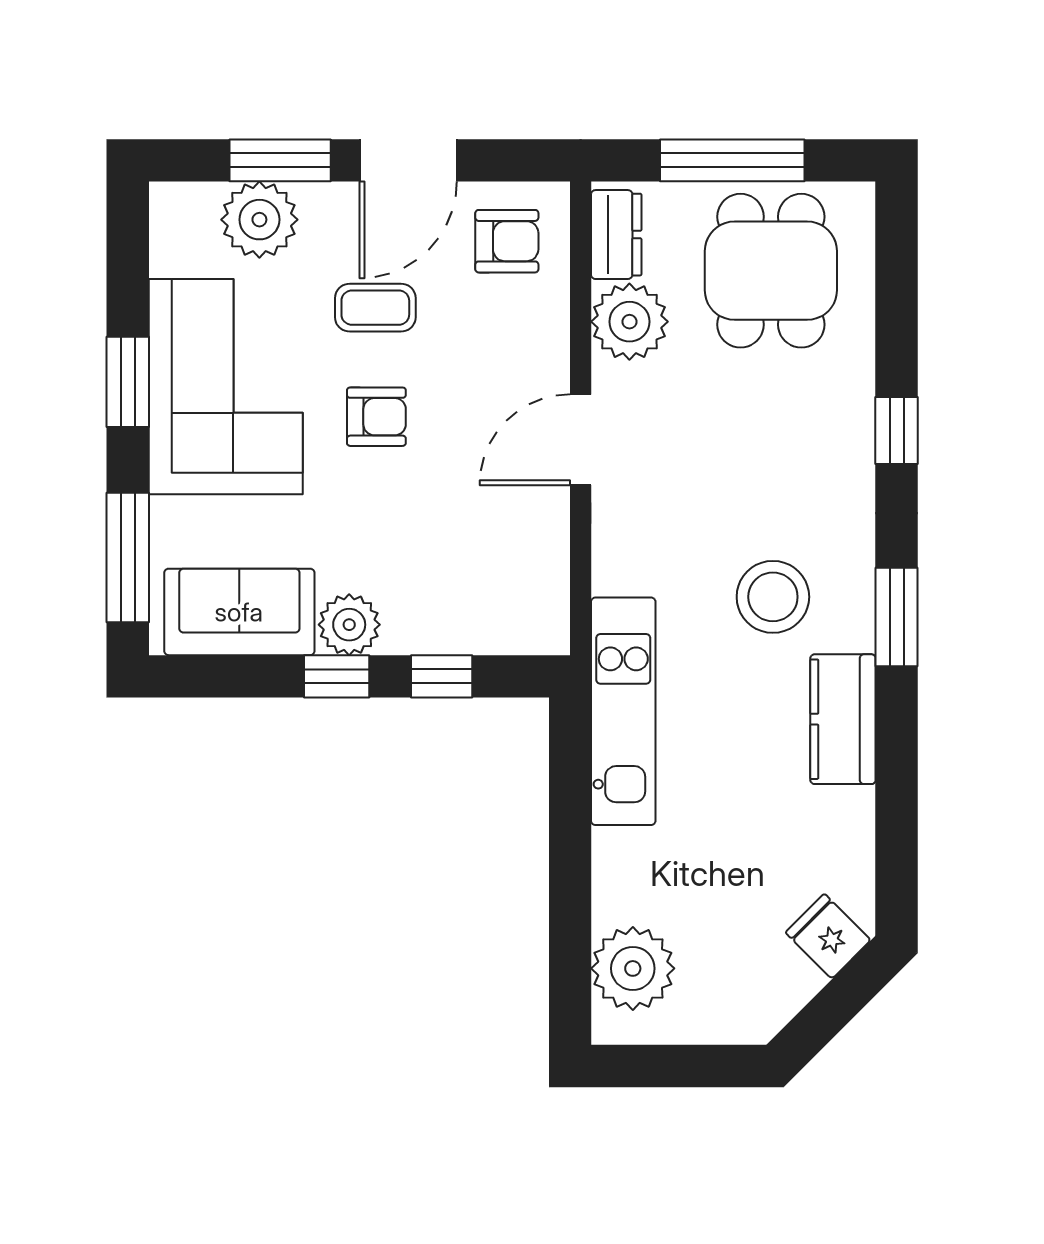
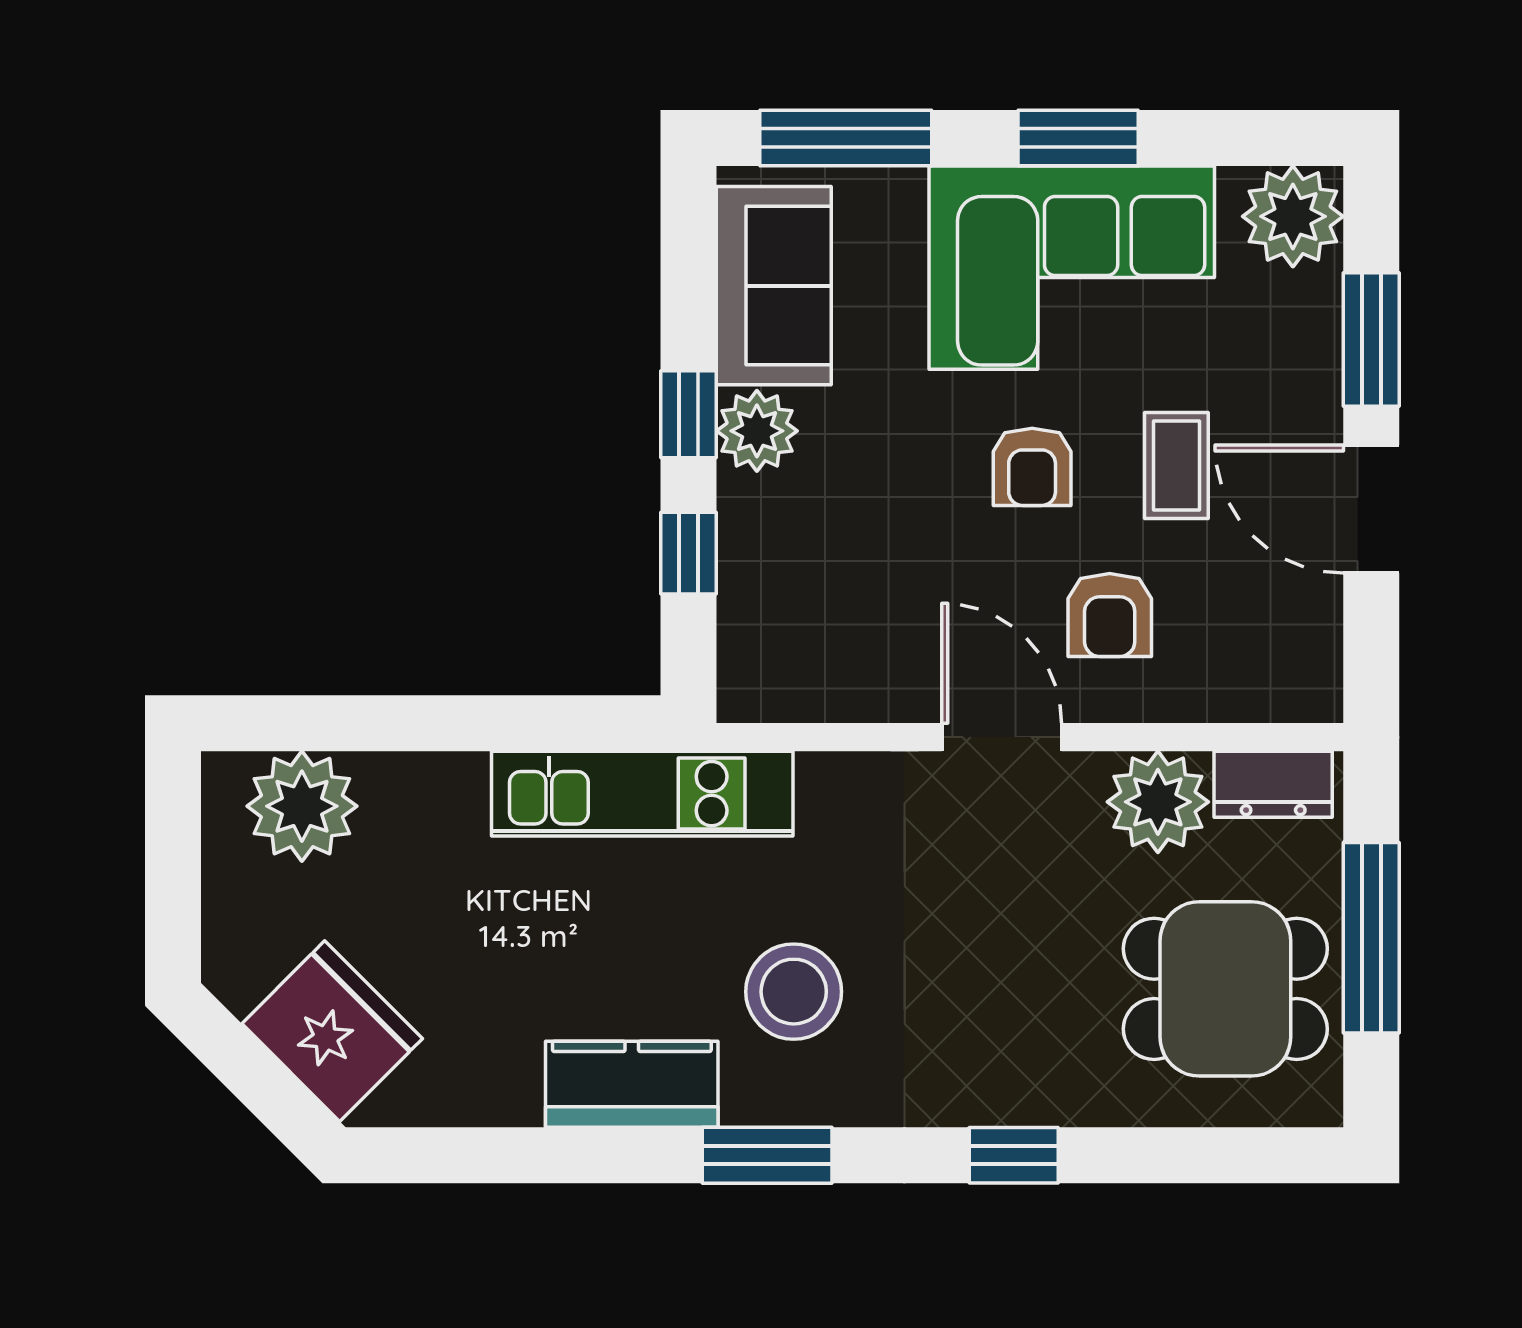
plant: (259, 220) -> (1293, 216), moved
armchair: (507, 241) -> (1110, 615), moved
fridge: (828, 936) -> (332, 1031), width x1.88, depth x1.34

